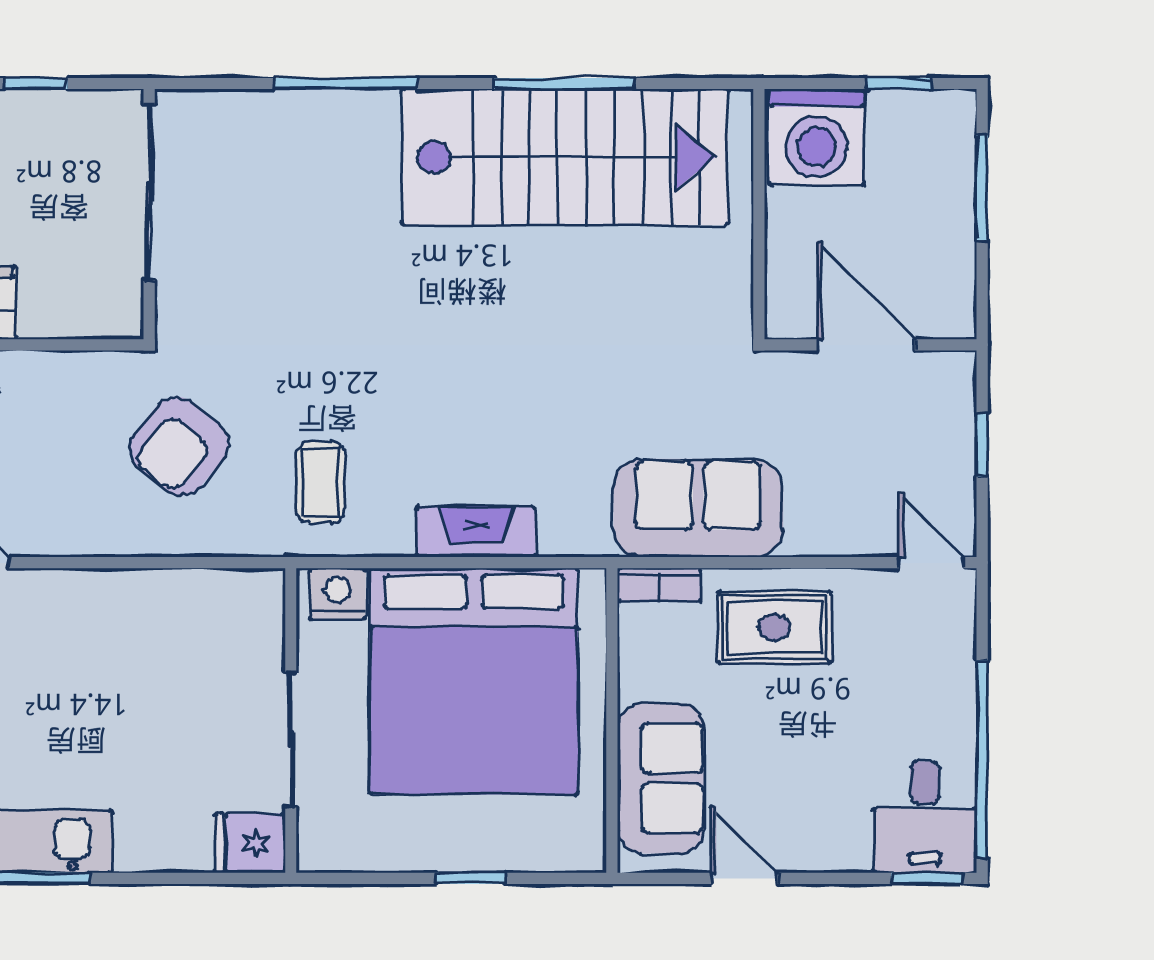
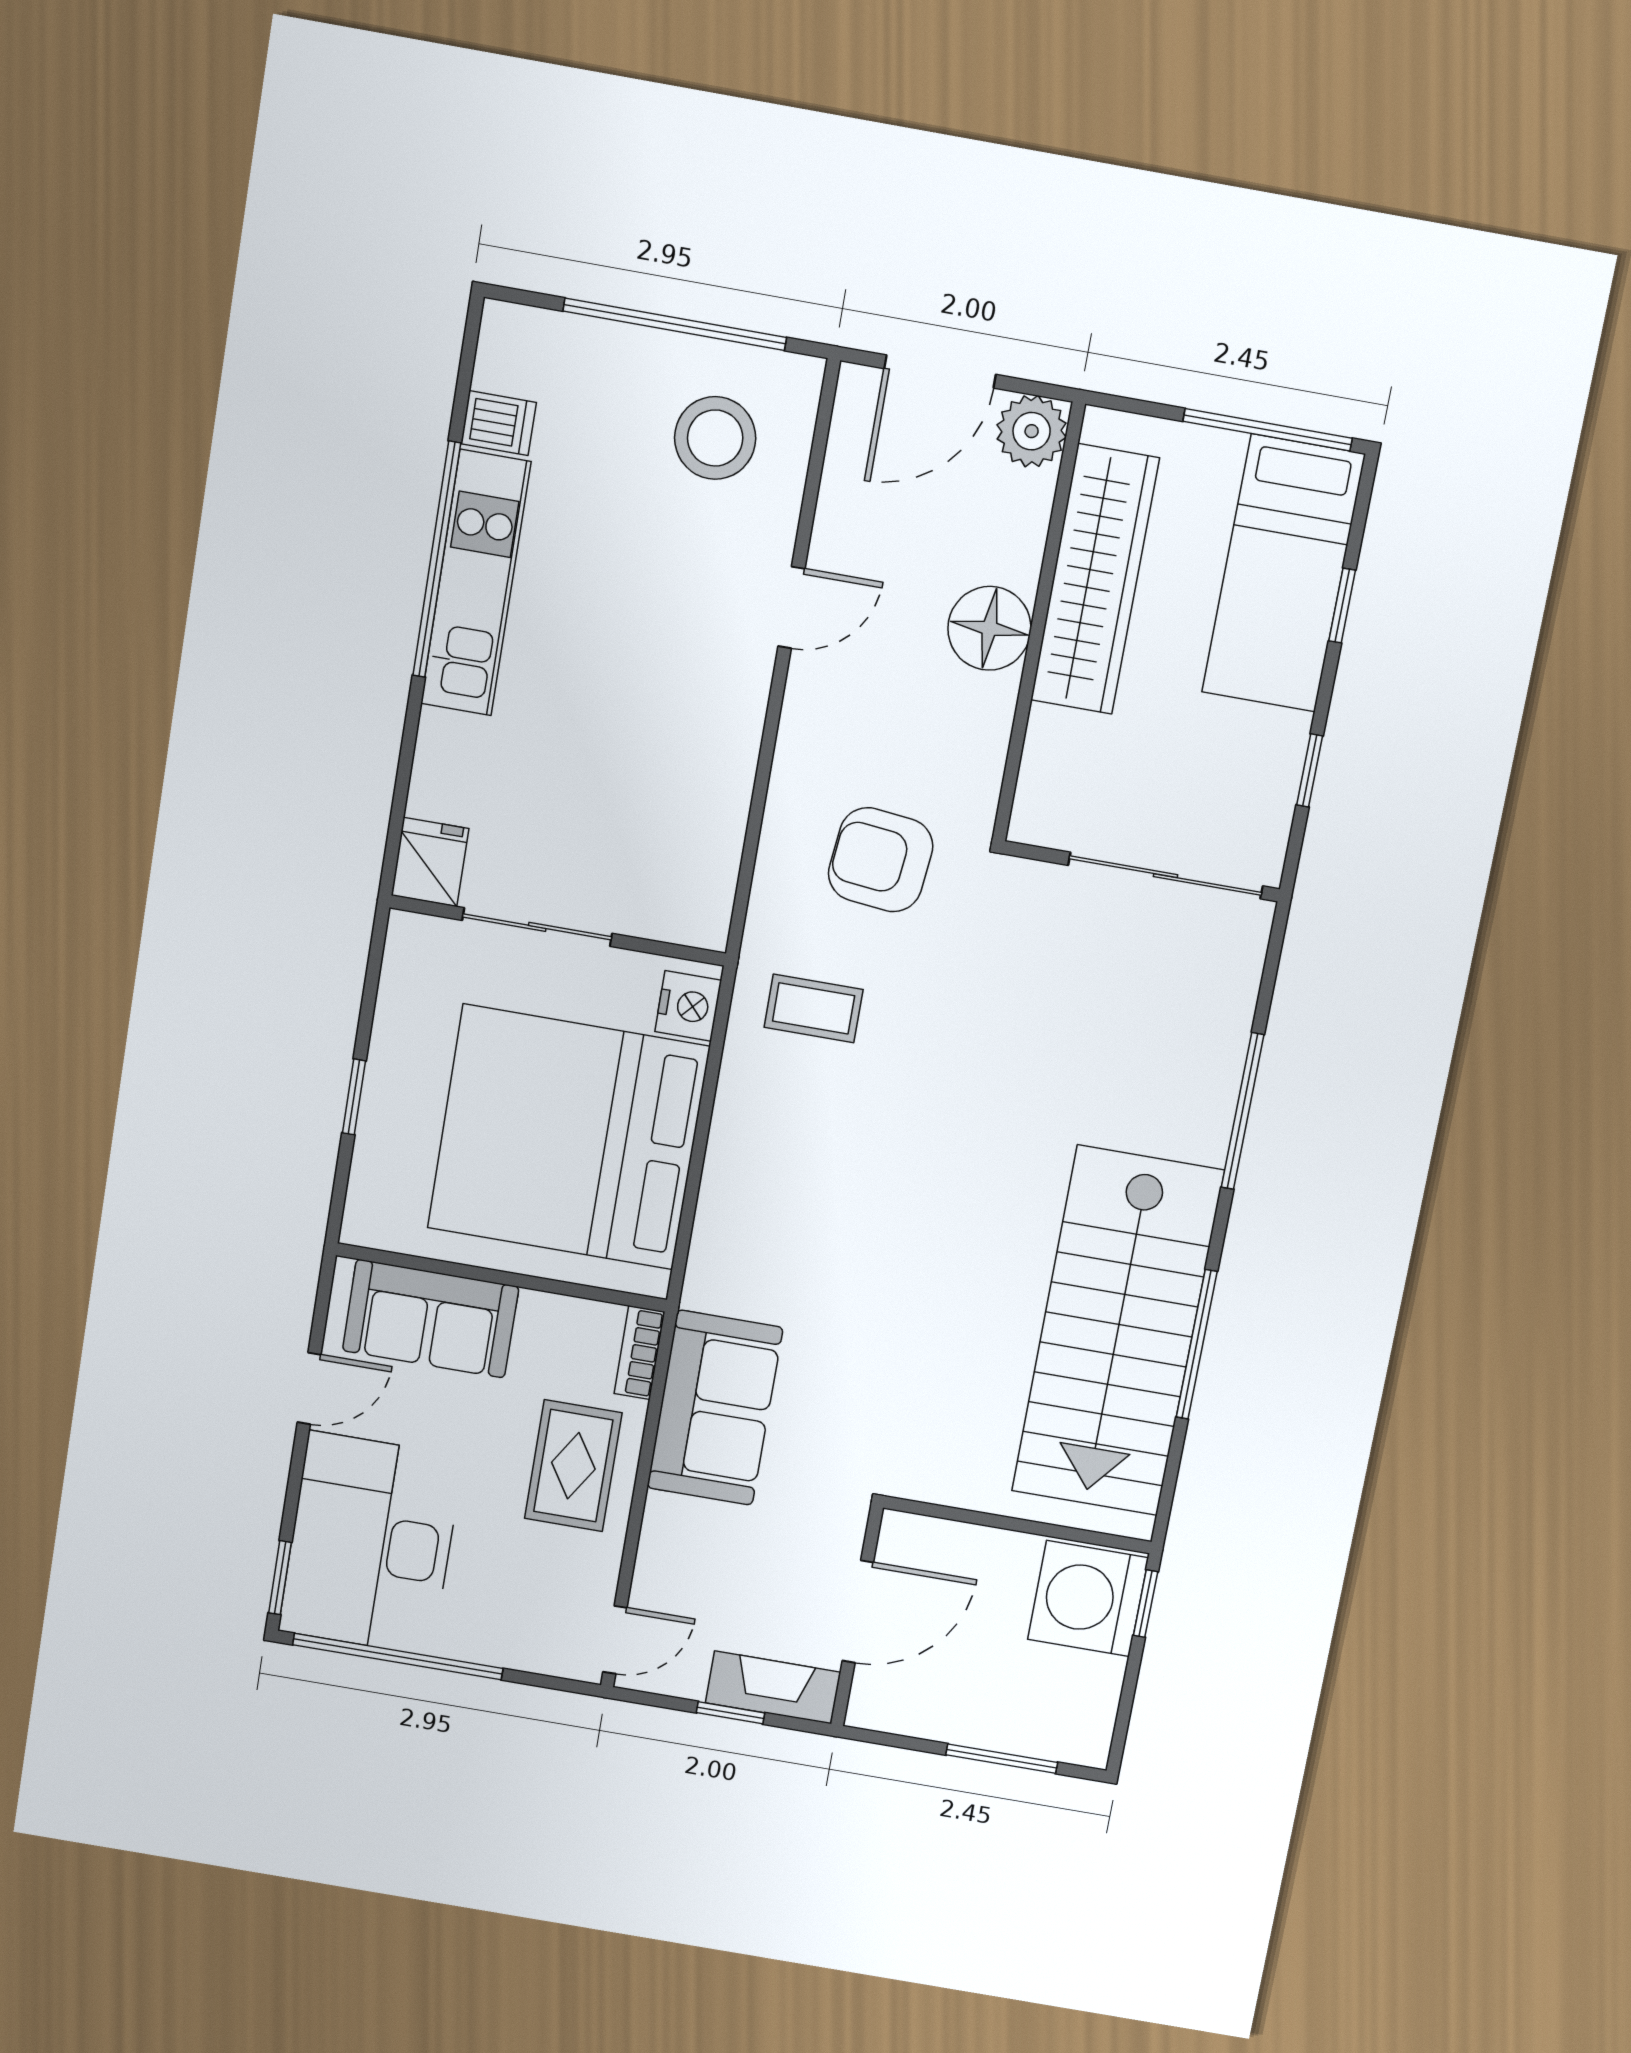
window: (899, 84) -> (1146, 1603), moved
armchair: (179, 446) -> (881, 860), turned -33
fireplace: (476, 532) -> (773, 1687), moved, turned -90
desk: (925, 817) -> (371, 1544), width x1.87, depth x1.30

